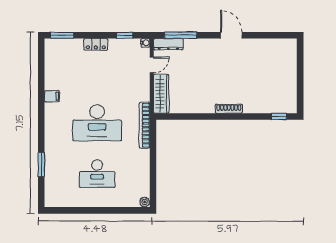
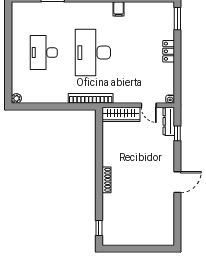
window: (125, 35) -> (177, 79), removed
window: (181, 35) -> (177, 133), width x0.46

